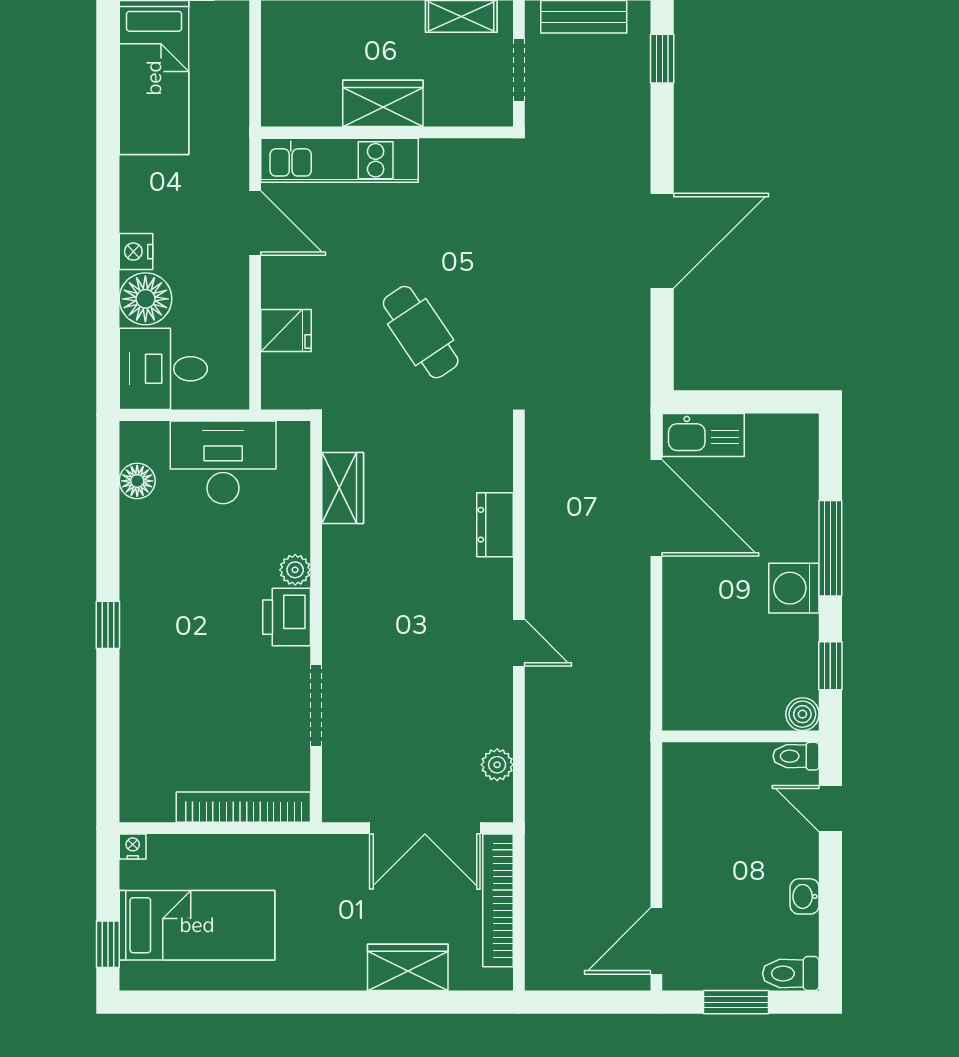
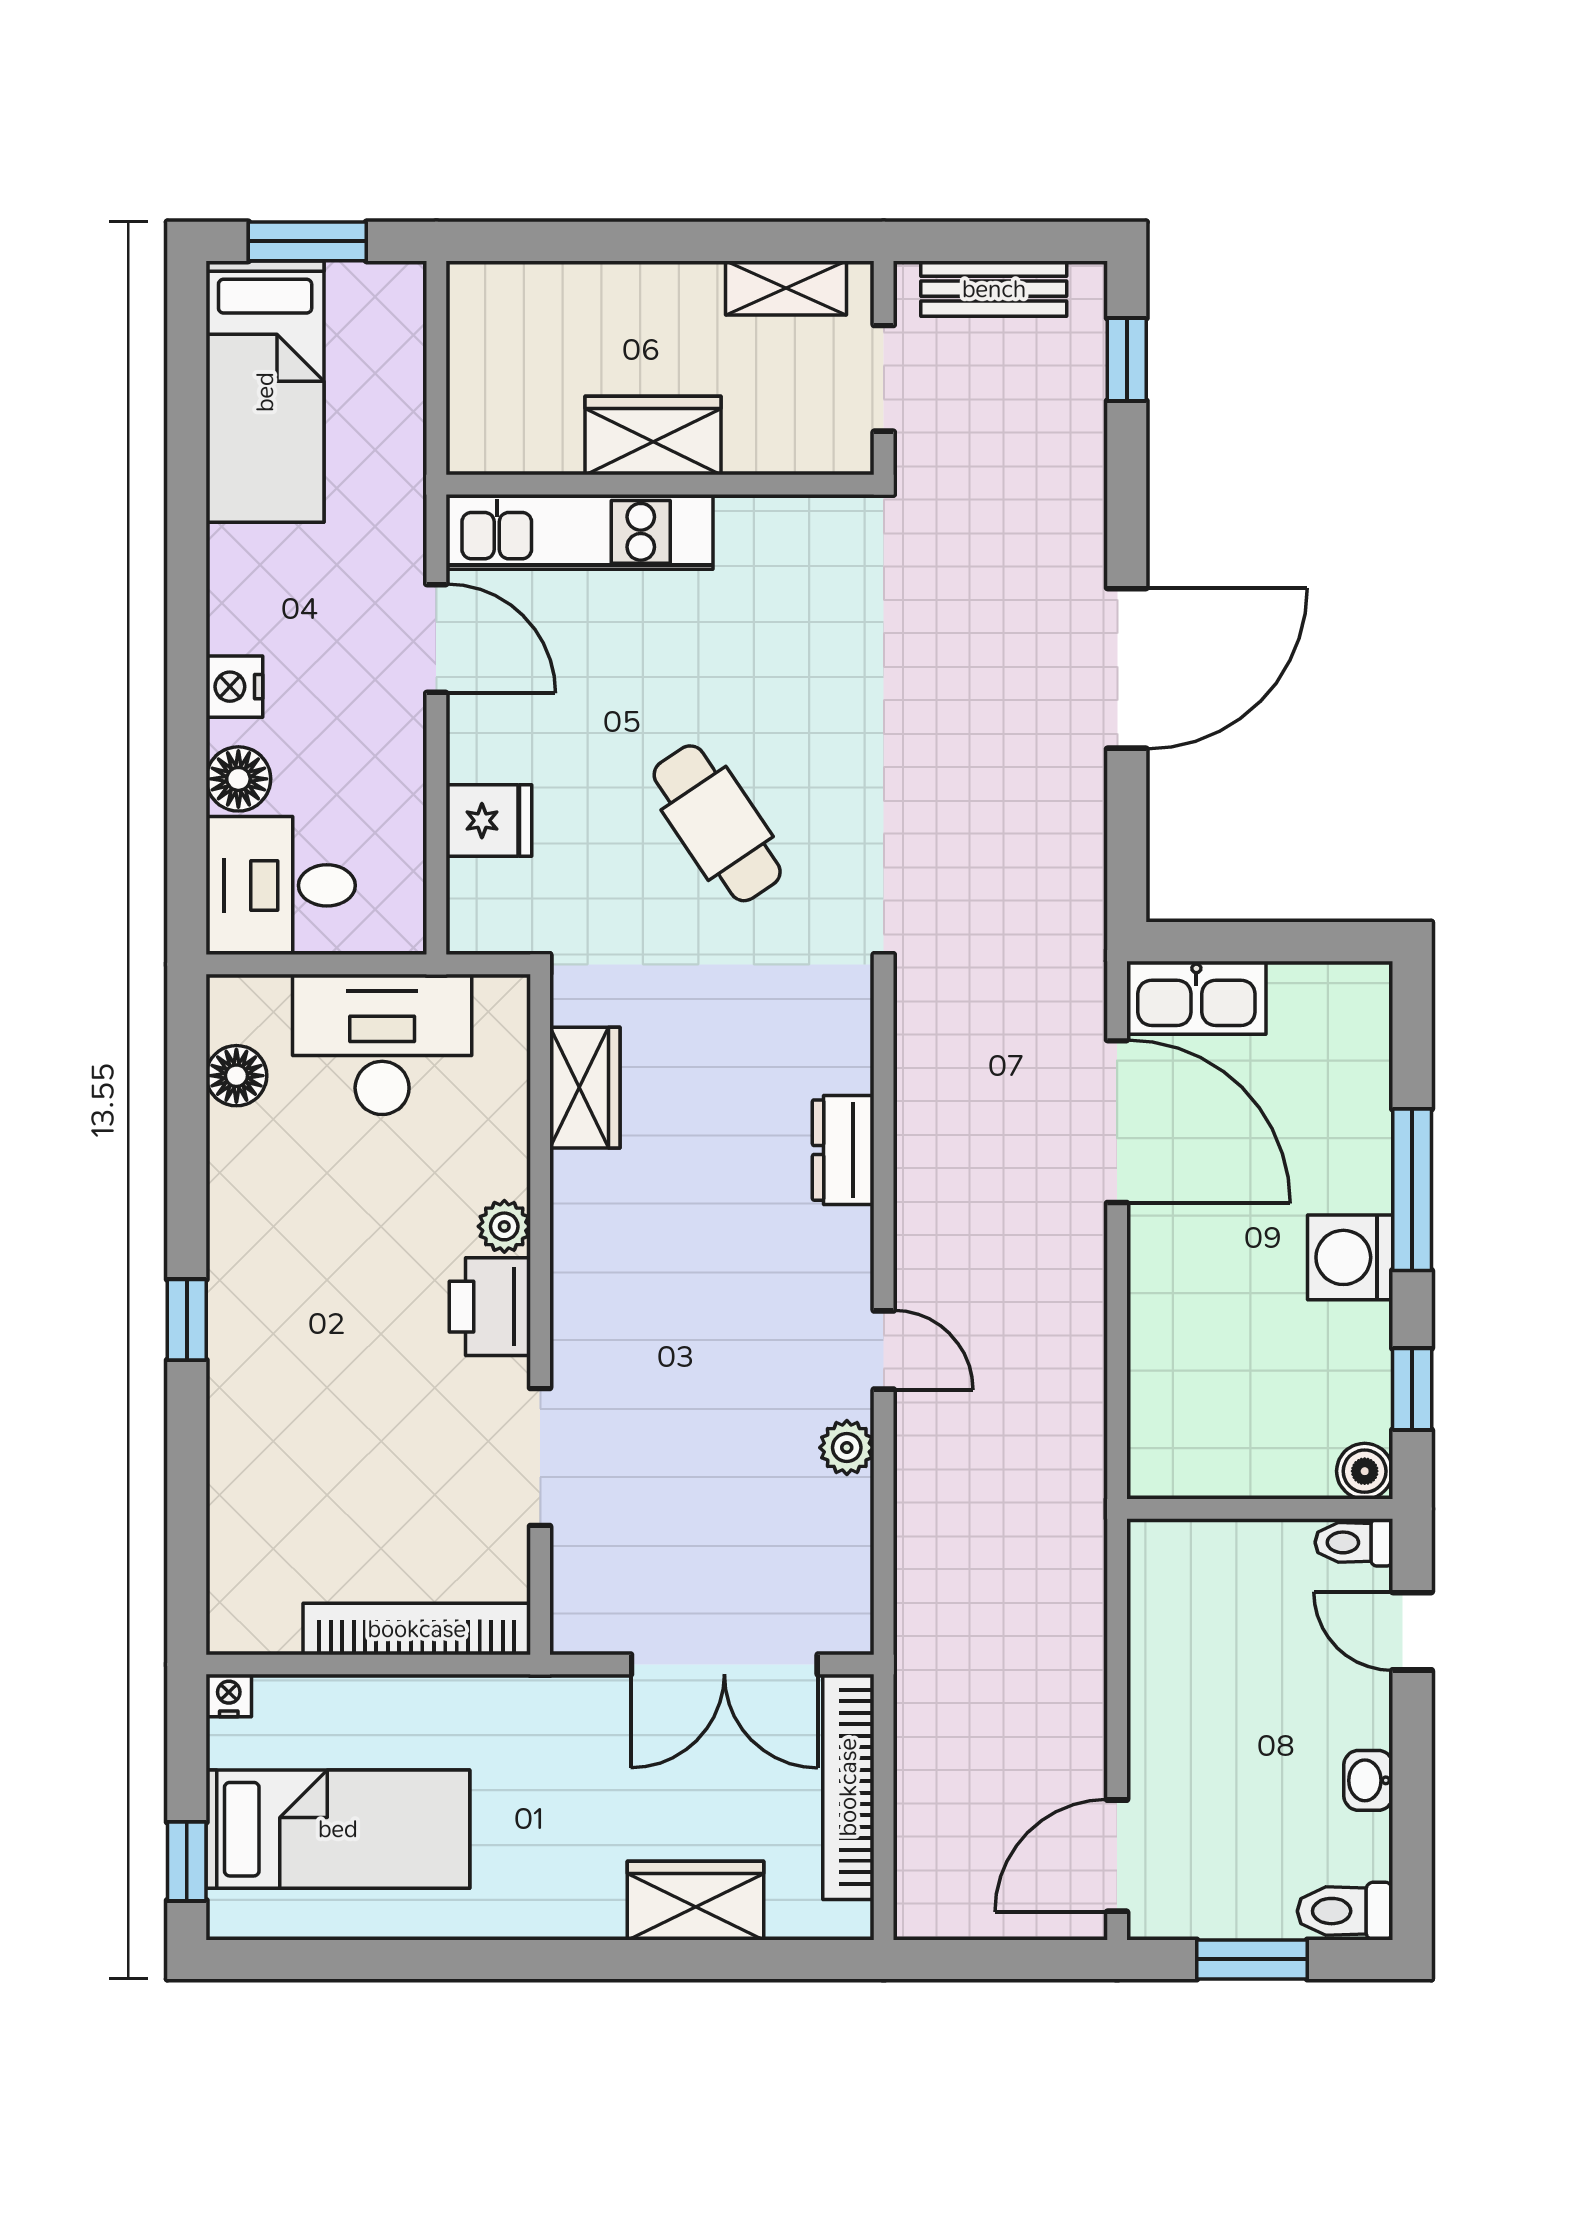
floor lamp: (145, 299) -> (238, 779), width x0.73, depth x0.73
plant: (497, 765) -> (847, 1448), moved

